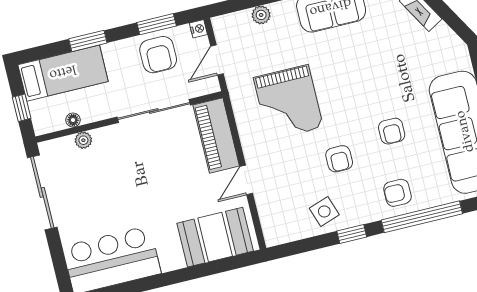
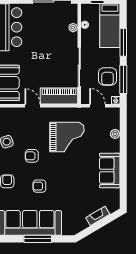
window: (157, 24) -> (123, 79), width x1.44
window: (88, 41) -> (123, 42), width x1.44
armchair: (158, 55) -> (107, 76), turned -90
grand piano: (288, 102) -> (67, 137), turned 180

